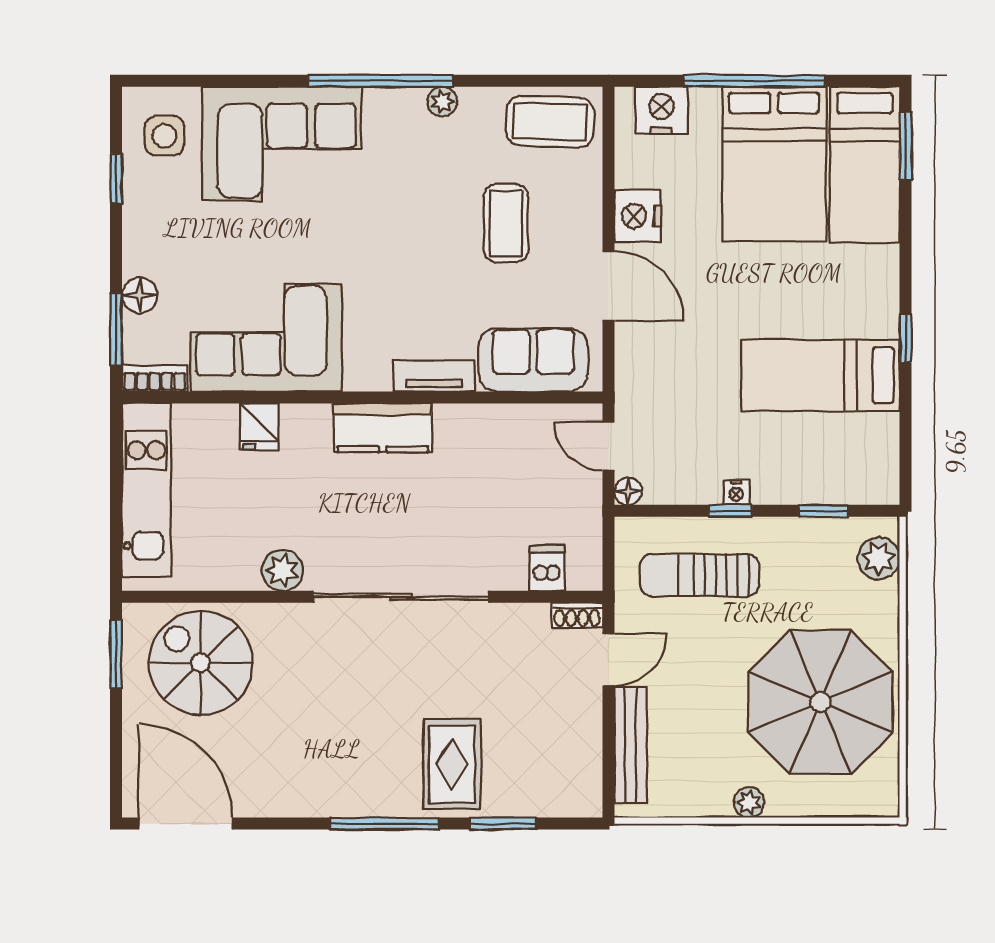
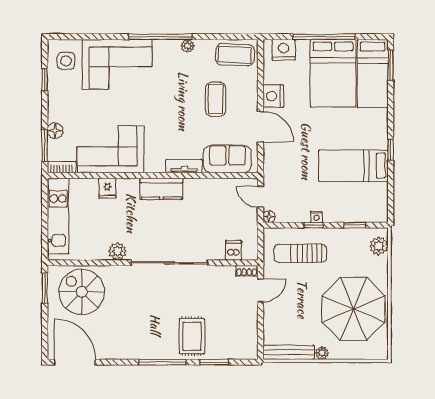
bench: (631, 745) -> (288, 352), moved, turned 90

